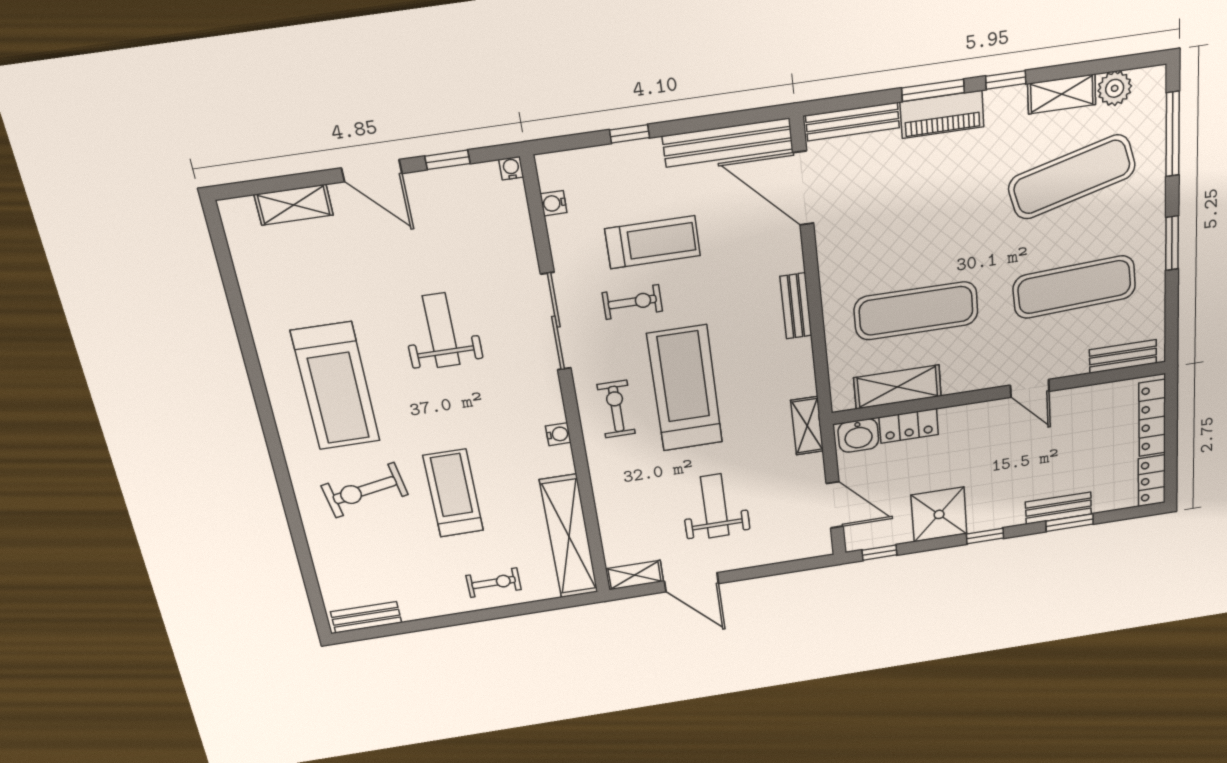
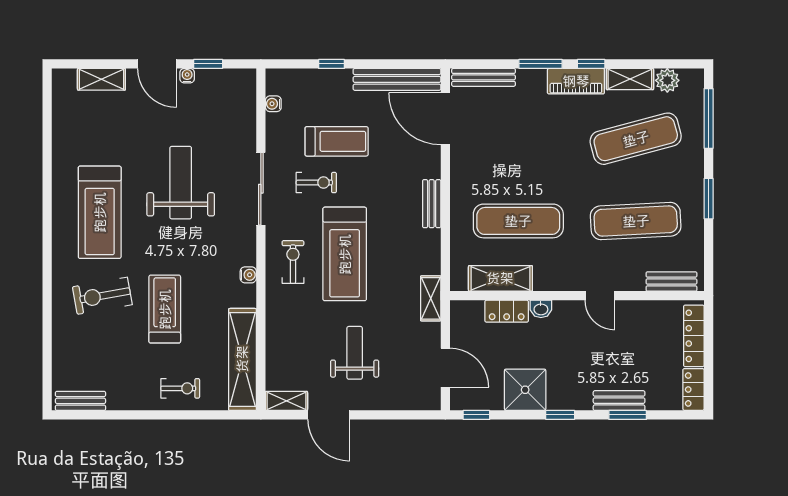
piano: (942, 114) -> (576, 81), moved
water cooler: (511, 168) -> (187, 76), moved
weight bench: (441, 330) -> (181, 183), width x1.36, depth x1.33
treadmill: (685, 388) -> (345, 254), turned 180
washbasin: (858, 436) -> (541, 309), moved, width x0.72, depth x0.69

